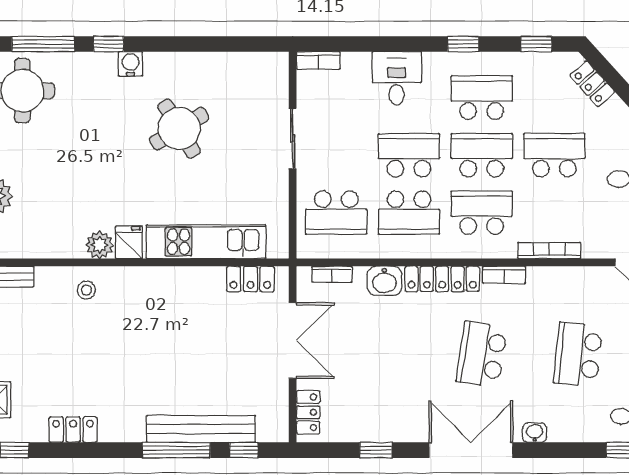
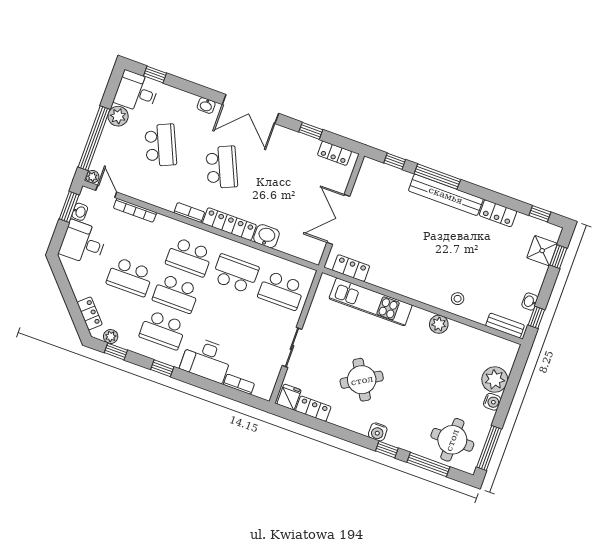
bookcase: (318, 60) -> (239, 384), moved
plant: (551, 62) -> (111, 336), added
locker: (232, 64) -> (313, 409), added
desk: (397, 78) -> (206, 360), width x1.37
school desk: (409, 155) -> (222, 310), removed
school desk: (336, 213) -> (281, 290), turned 180
fridge: (129, 242) -> (289, 397), moved, turned 180
bookcase: (549, 251) -> (135, 210), moved
bookcase: (332, 274) -> (298, 252), removed
school desk: (482, 354) -> (222, 167), turned -33
school desk: (578, 354) -> (161, 145), turned -30
locker: (308, 412) -> (334, 153), moved, turned -90
bench: (201, 429) -> (446, 195), moved

